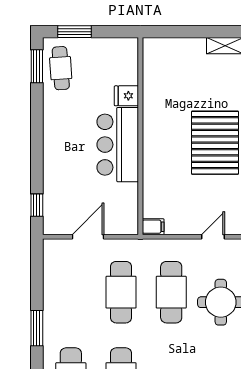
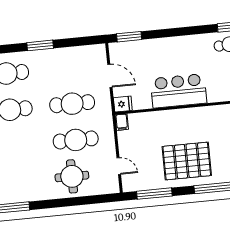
fridge: (126, 96) -> (123, 104), moved, turned 90
window: (37, 205) -> (129, 37), width x1.50

